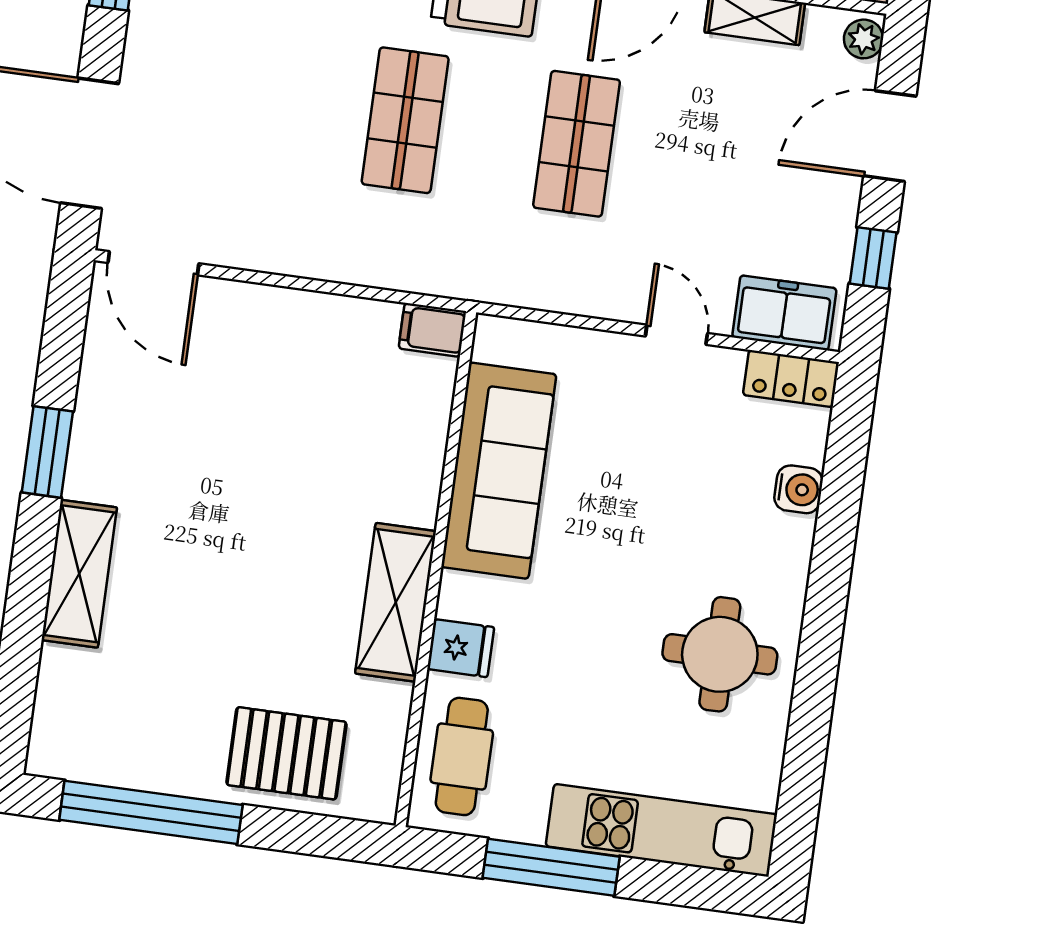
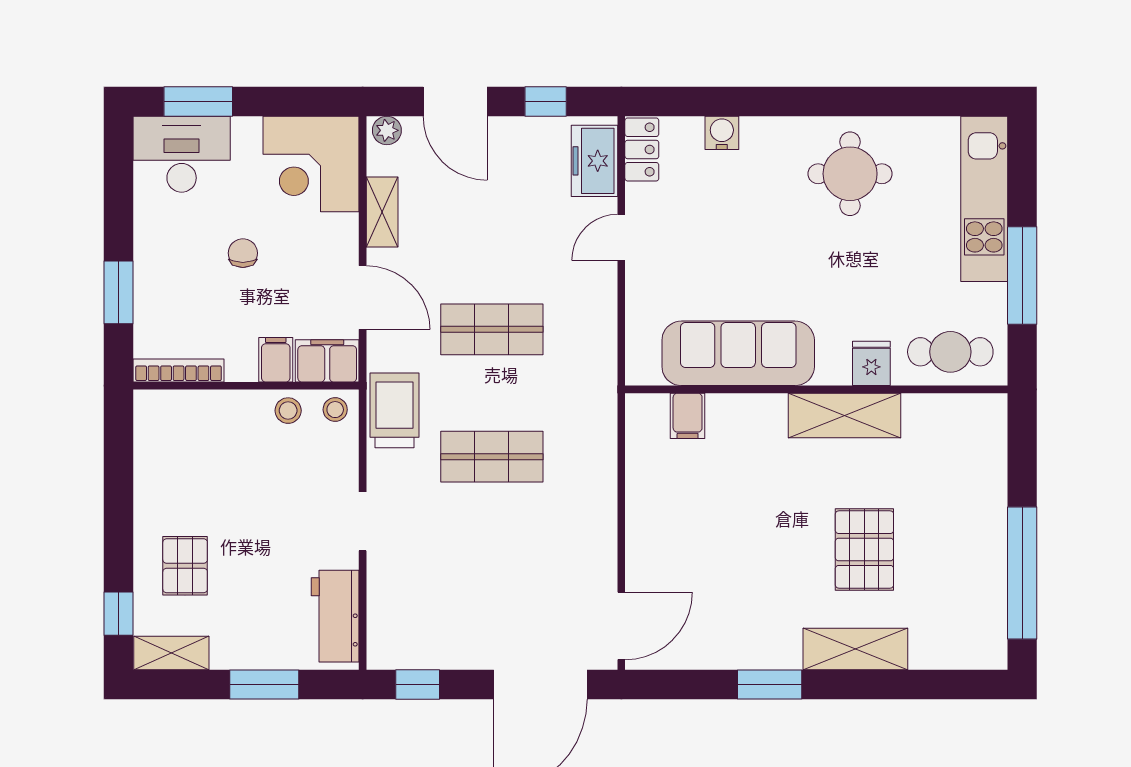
filing cabinet: (432, 330) -> (688, 416), moved
pallet: (286, 753) -> (864, 549), moved

